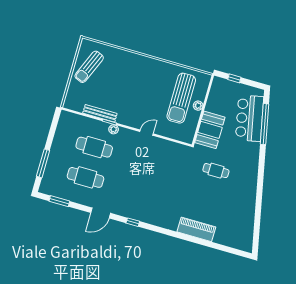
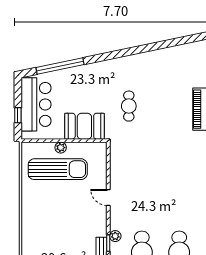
bar counter: (250, 118) -> (36, 104), moved, turned -78

